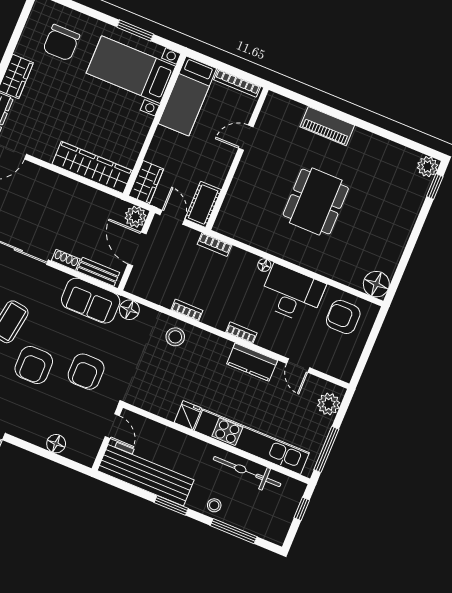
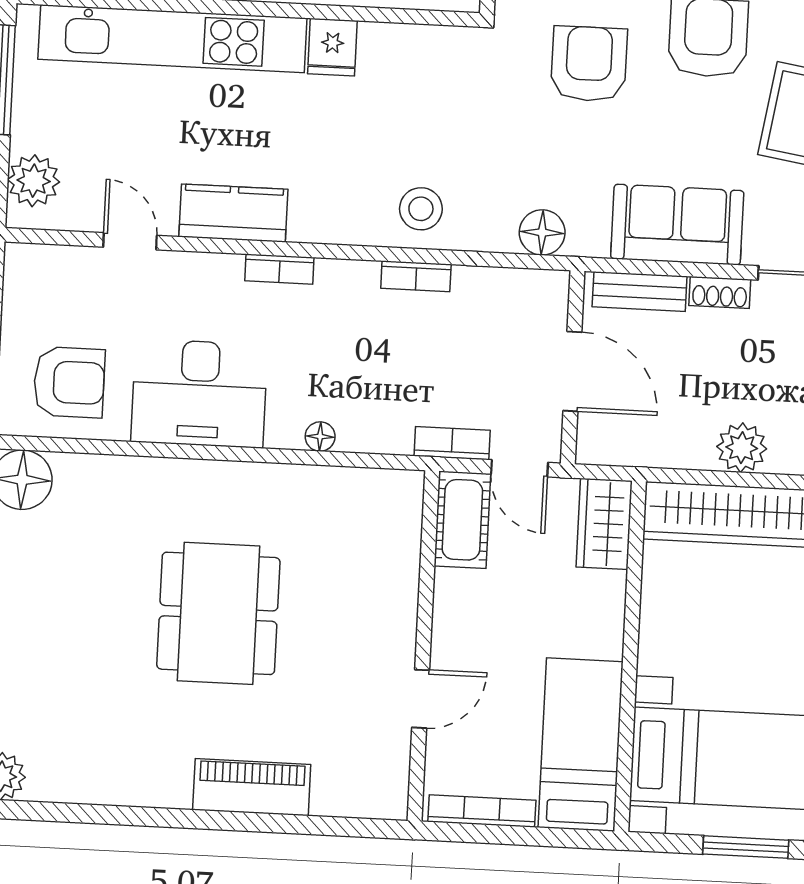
plant: (135, 217) -> (742, 448), moved
bookcase: (214, 245) -> (452, 443), moved
floor lamp: (264, 265) -> (320, 437), moved
sofa: (91, 301) -> (677, 225), moved

